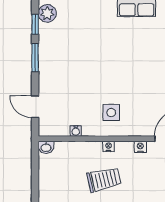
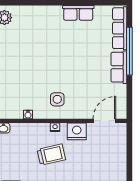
nightstand: (140, 147) -> (77, 131), width x1.89, depth x1.79

